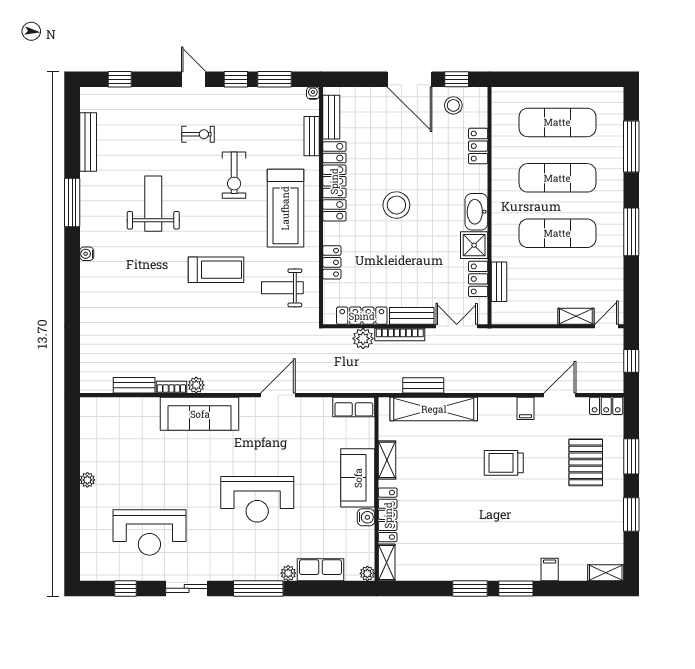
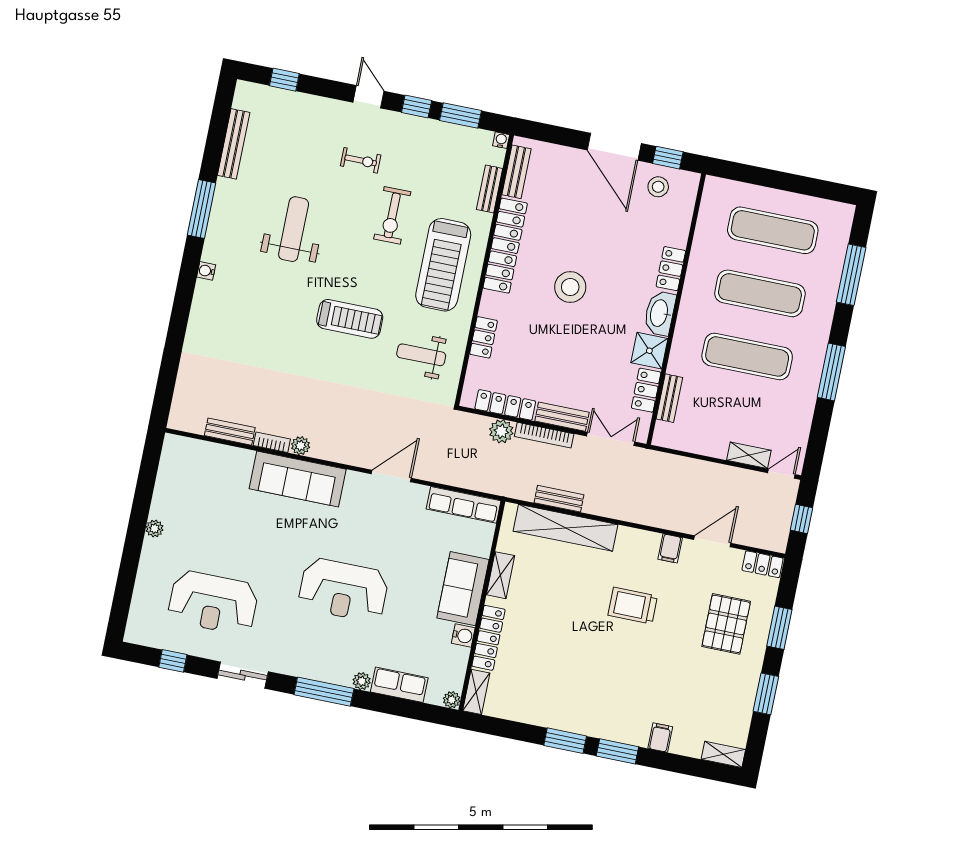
locker: (478, 146) -> (671, 269), moved
row of seats: (354, 407) -> (464, 505), width x1.48

